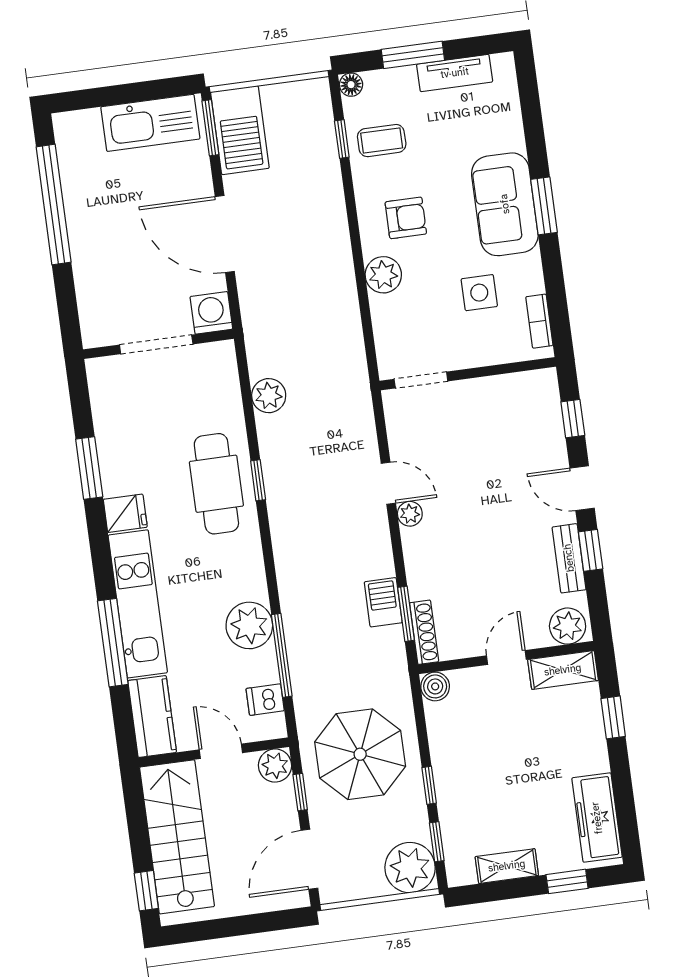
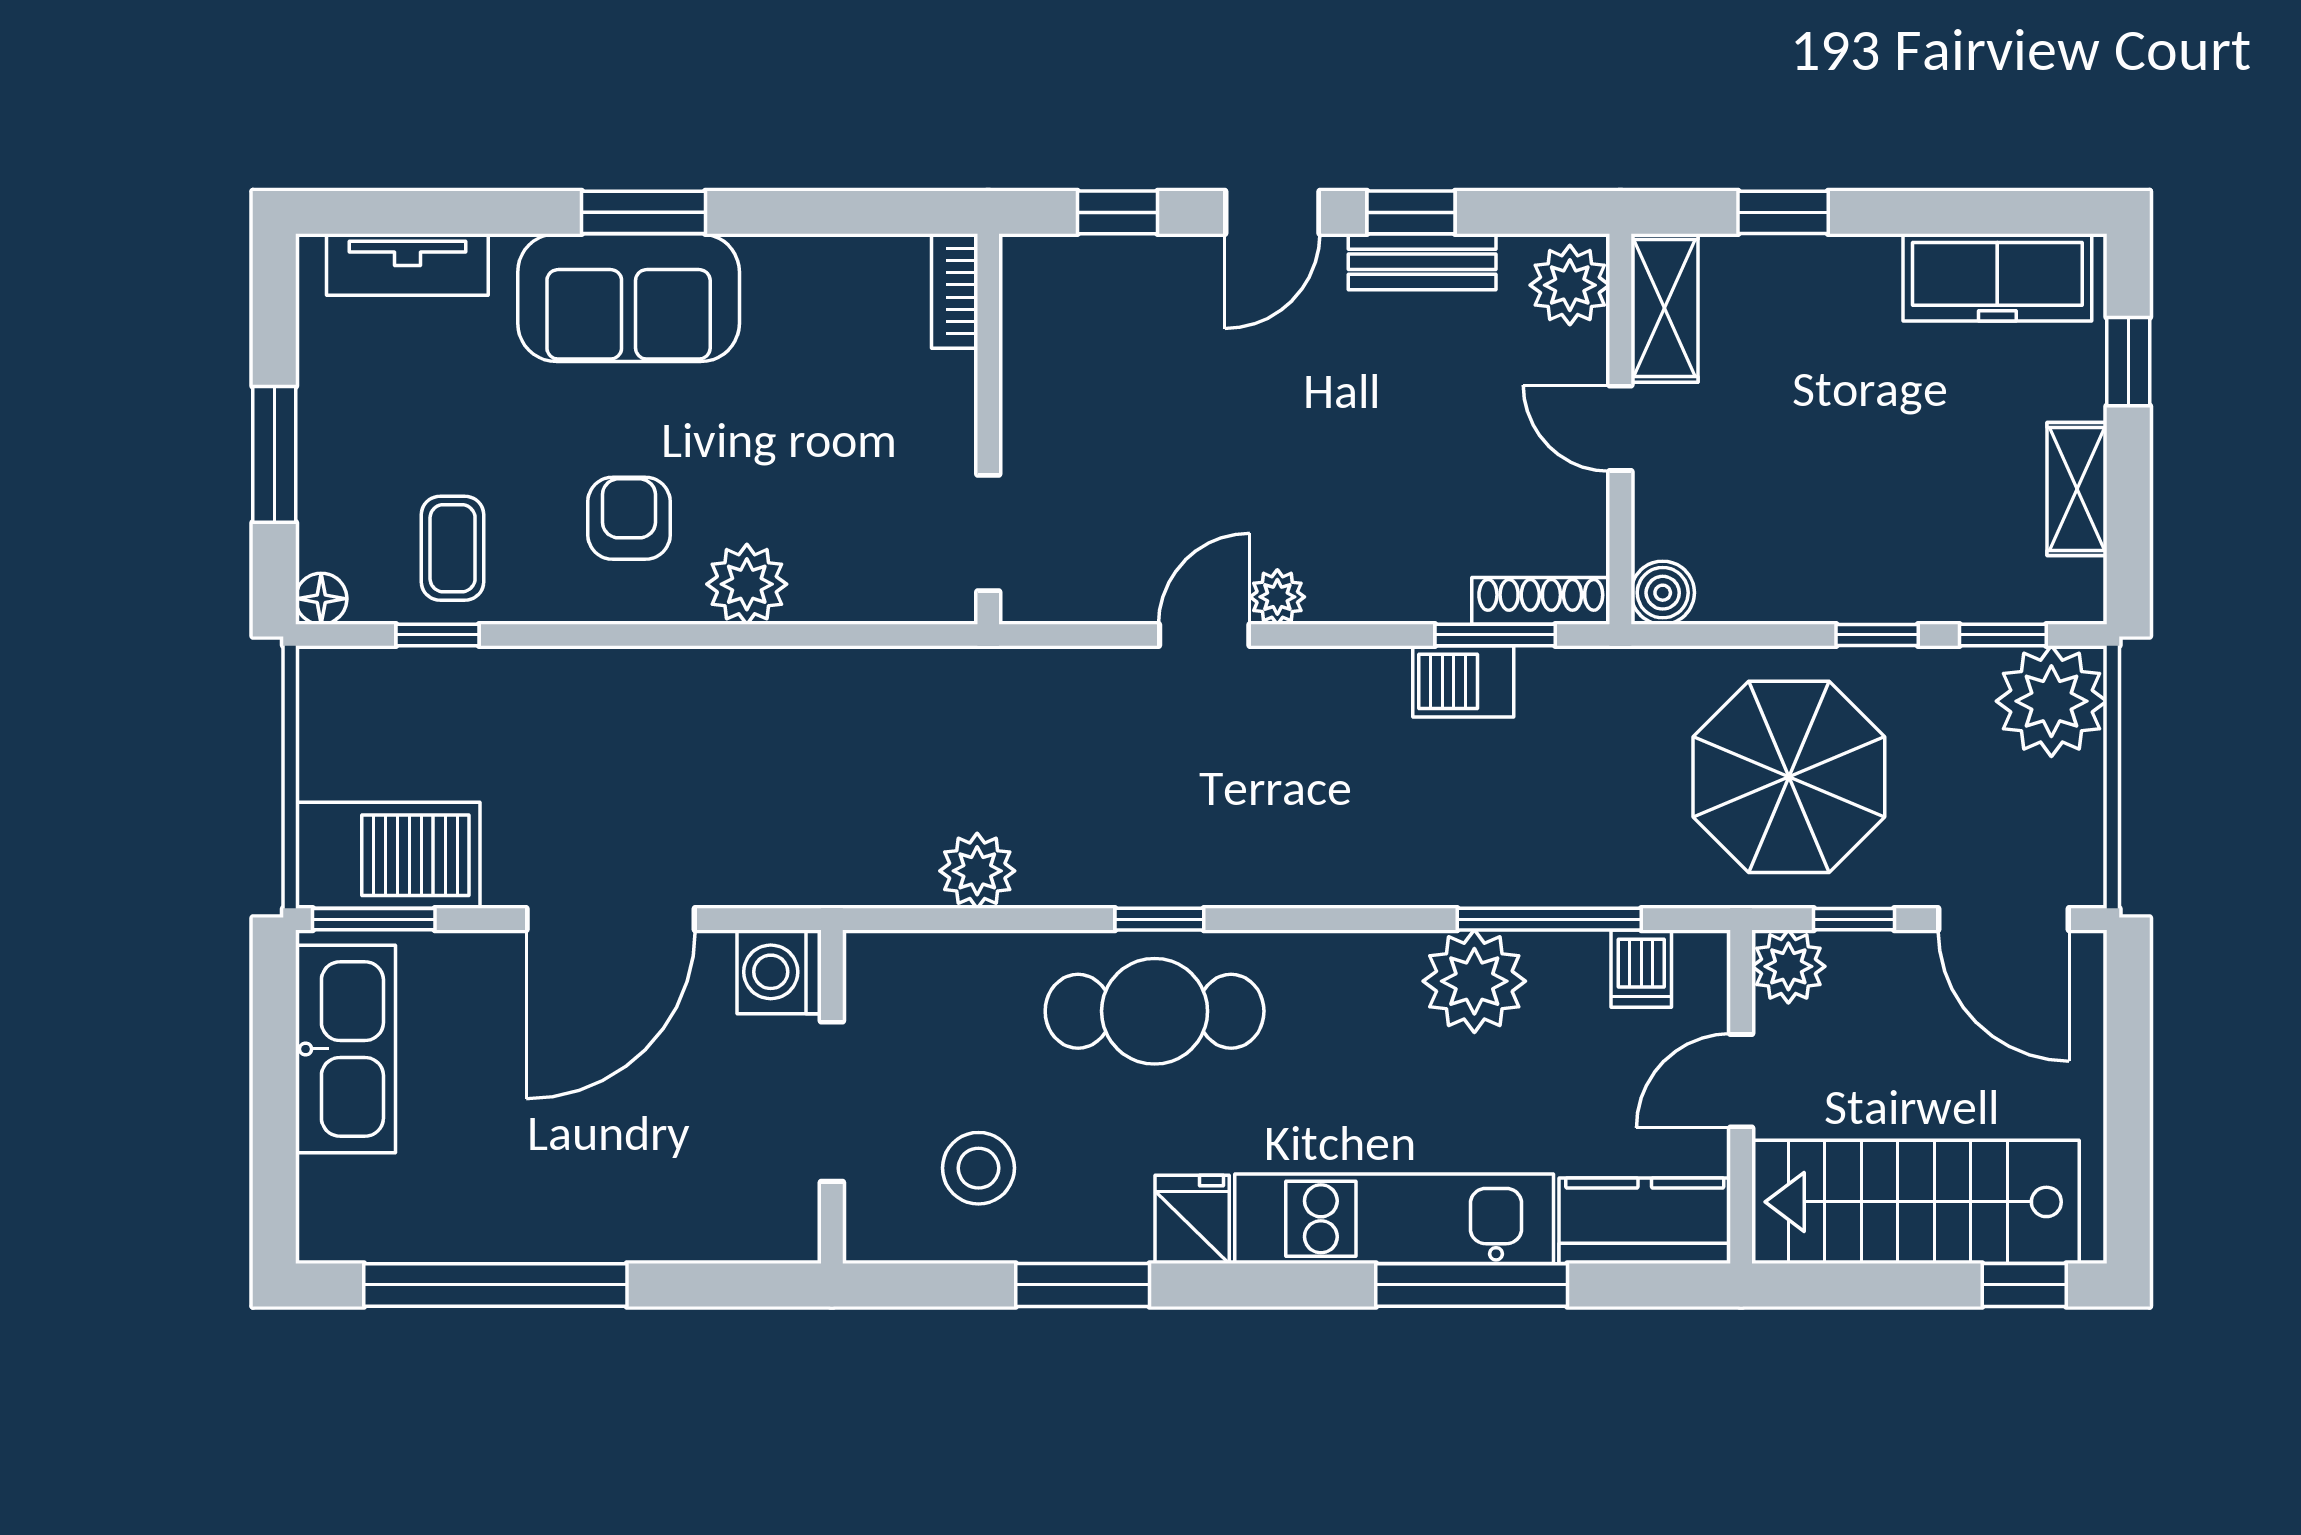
tv unit: (455, 73) -> (407, 264), moved, turned 90
side table: (479, 293) -> (814, 380), removed
bookcase: (539, 321) -> (955, 291), moved, turned 90
stool: (135, 414) -> (978, 1168), added

